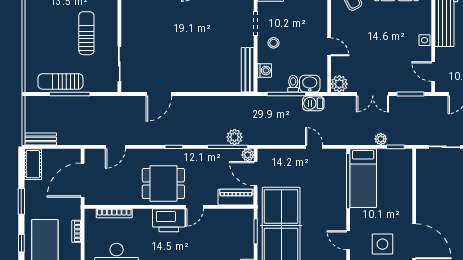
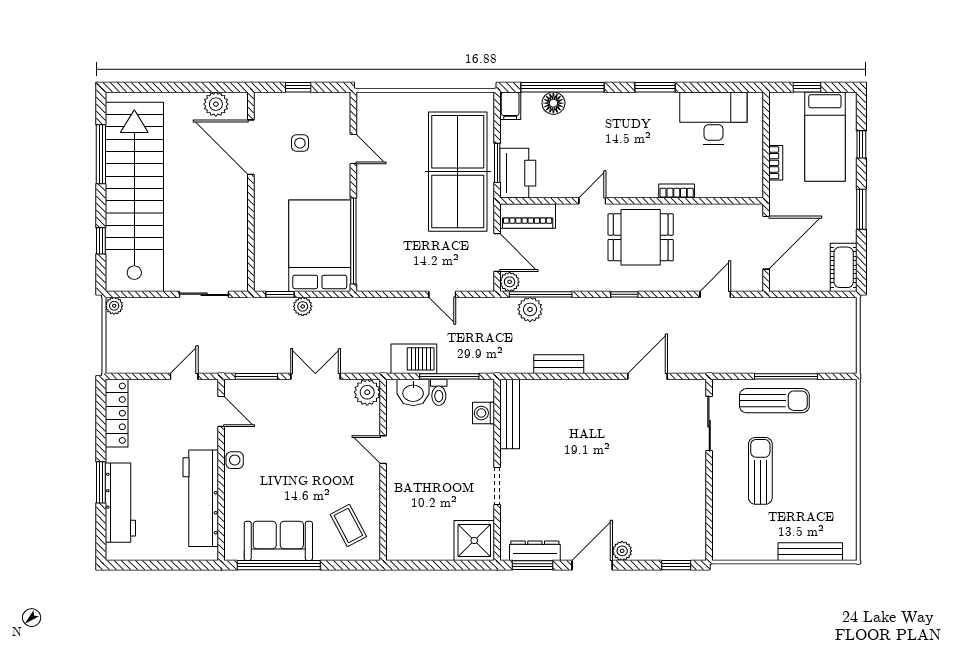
sun lounger: (86, 33) -> (760, 471), turned 180
stool: (274, 43) -> (469, 456), removed
sun lounger: (60, 81) -> (774, 401), moved
barbecue: (313, 103) -> (414, 359), width x1.38, depth x1.27
bench: (40, 139) -> (559, 364), moved
door: (314, 147) -> (442, 294), moved
bed: (363, 178) -> (320, 246), width x1.50
bookcase: (114, 213) -> (677, 191), moved, width x0.64
printer: (169, 220) -> (518, 173), moved, turned 90
side table: (382, 244) -> (300, 143), width x0.54, depth x0.54

